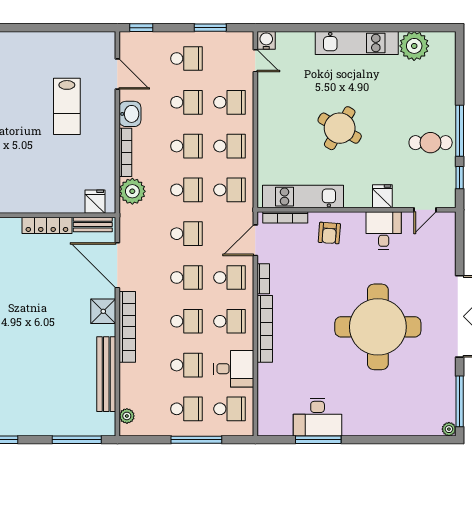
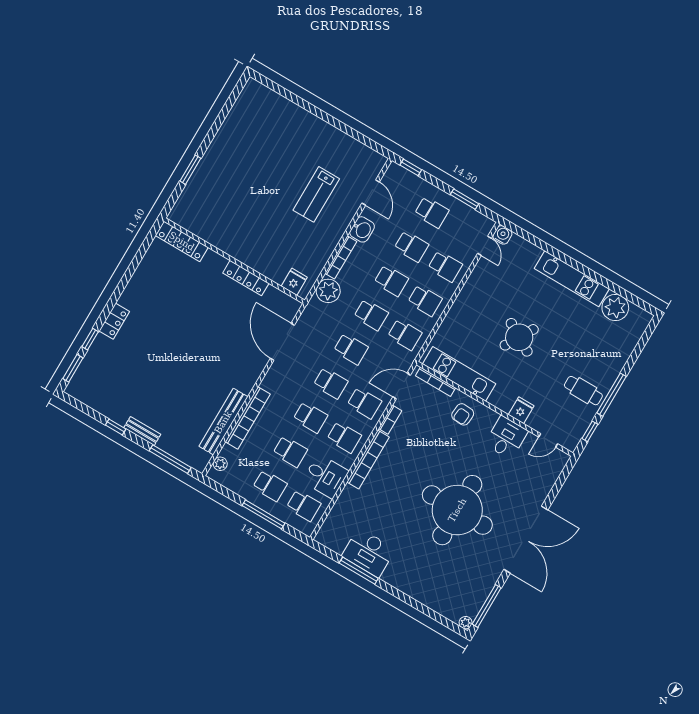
bench: (93, 225) -> (142, 431), moved
shower: (103, 311) -> (250, 371), removed
bookcase: (127, 327) -> (248, 418), moved

